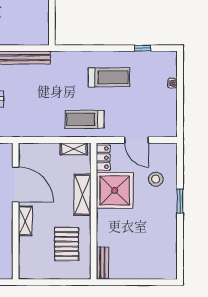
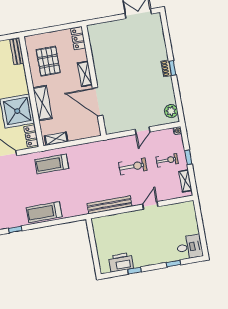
treadmill: (109, 77) -> (44, 212), moved
treadmill: (84, 119) -> (52, 164), turned 180
locker: (25, 265) -> (78, 38), added

